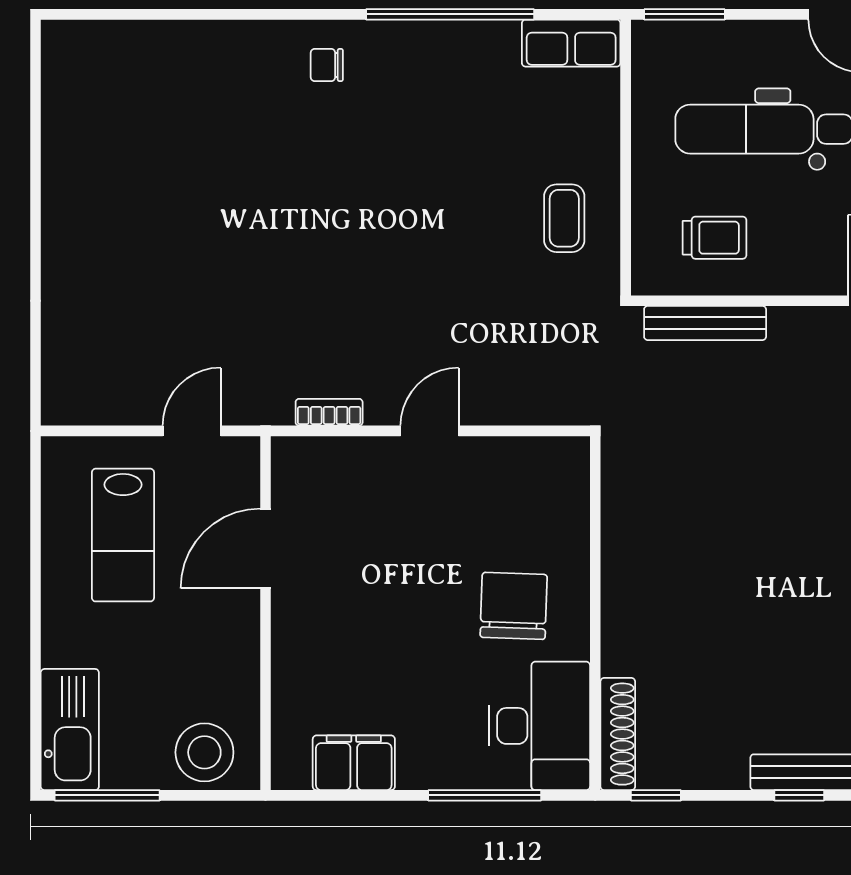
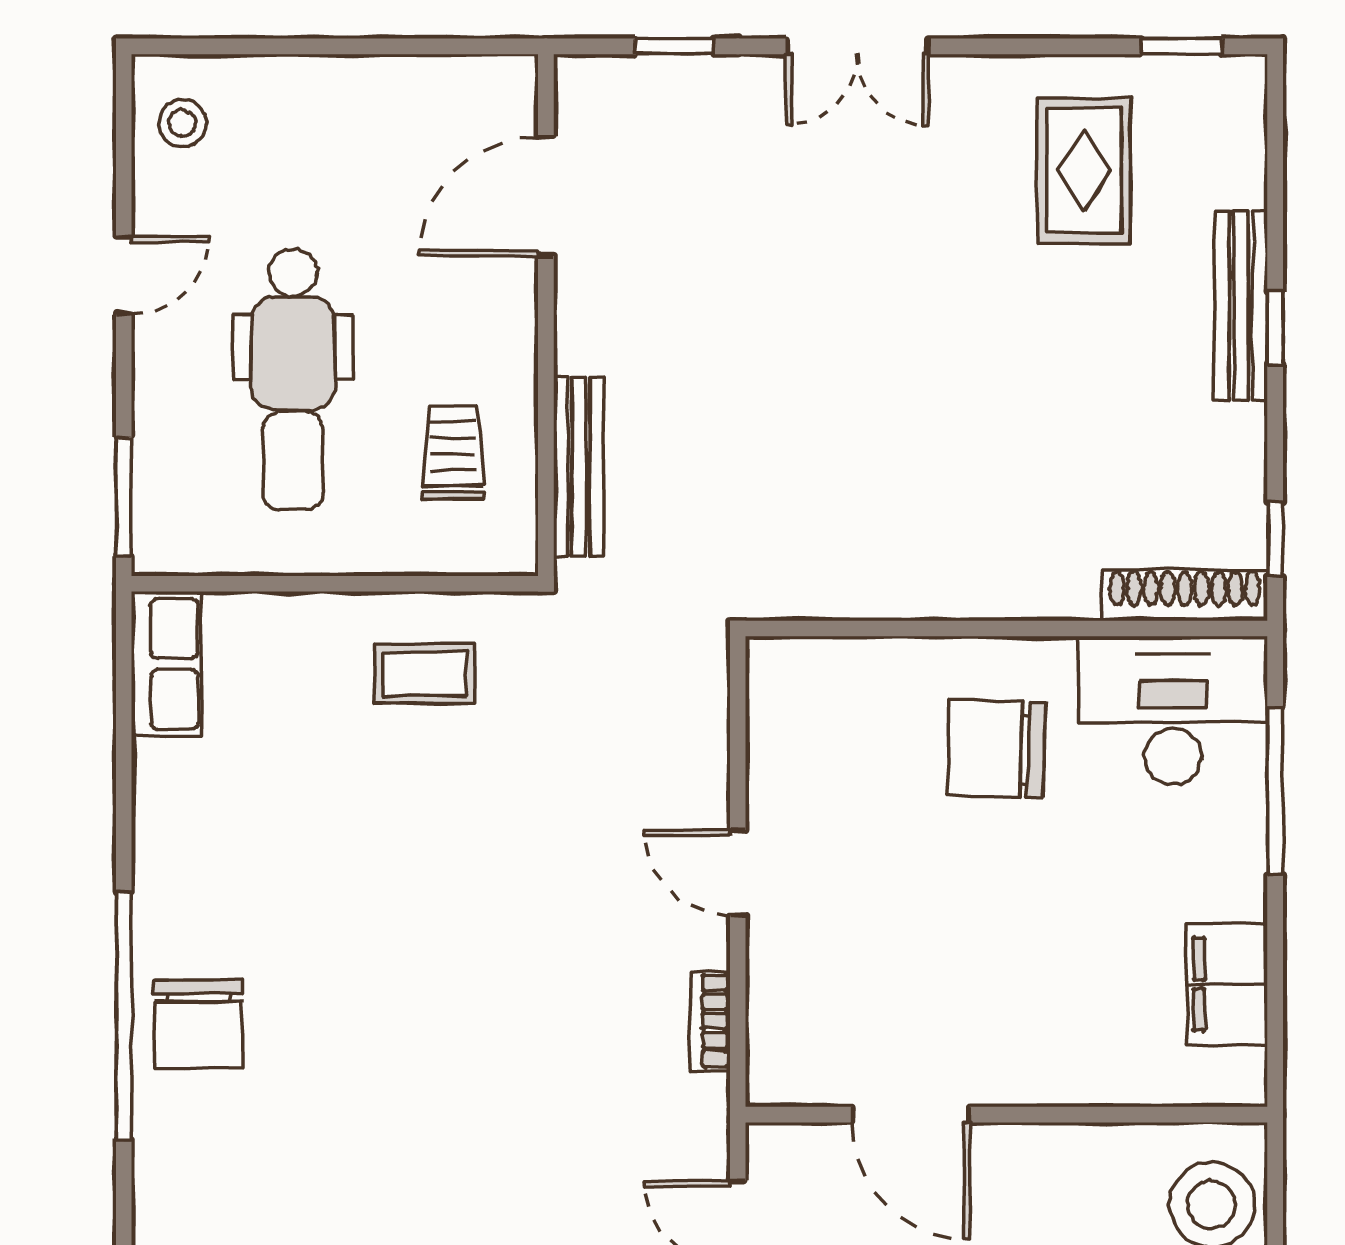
window: (450, 14) -> (124, 1016), moved
chair: (327, 65) -> (198, 1024), width x1.87, depth x1.87

